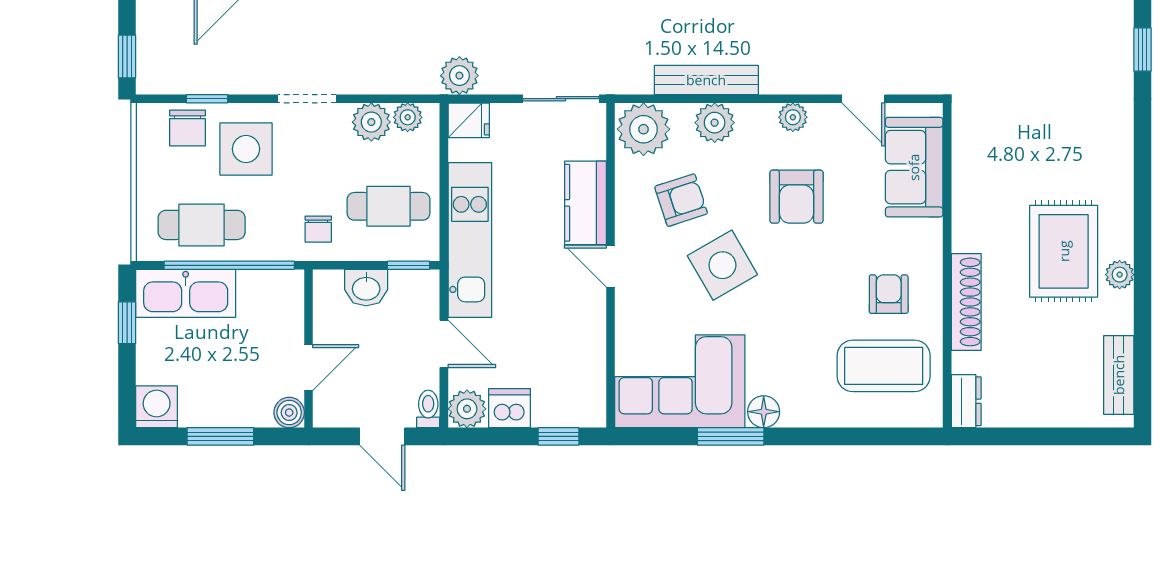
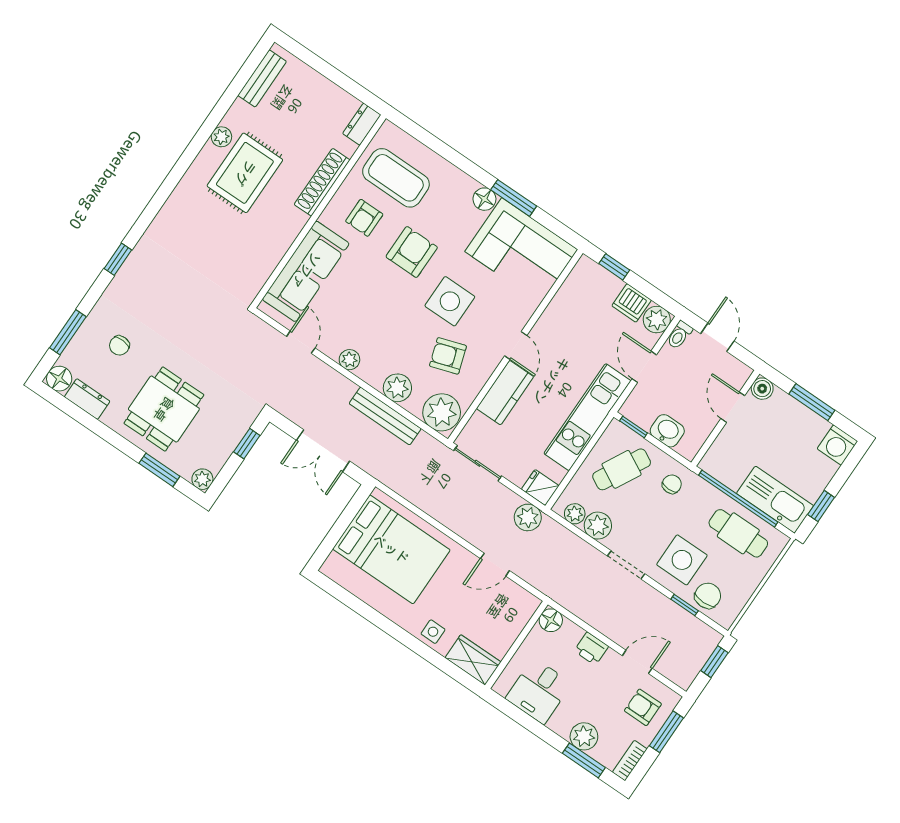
sofa: (914, 167) -> (306, 271), width x1.36
armchair: (796, 197) -> (412, 252), moved
cafe table: (388, 206) -> (622, 469), turned -62
side table: (722, 265) -> (450, 301), turned 30
door: (309, 368) -> (733, 407), hinge flipped

